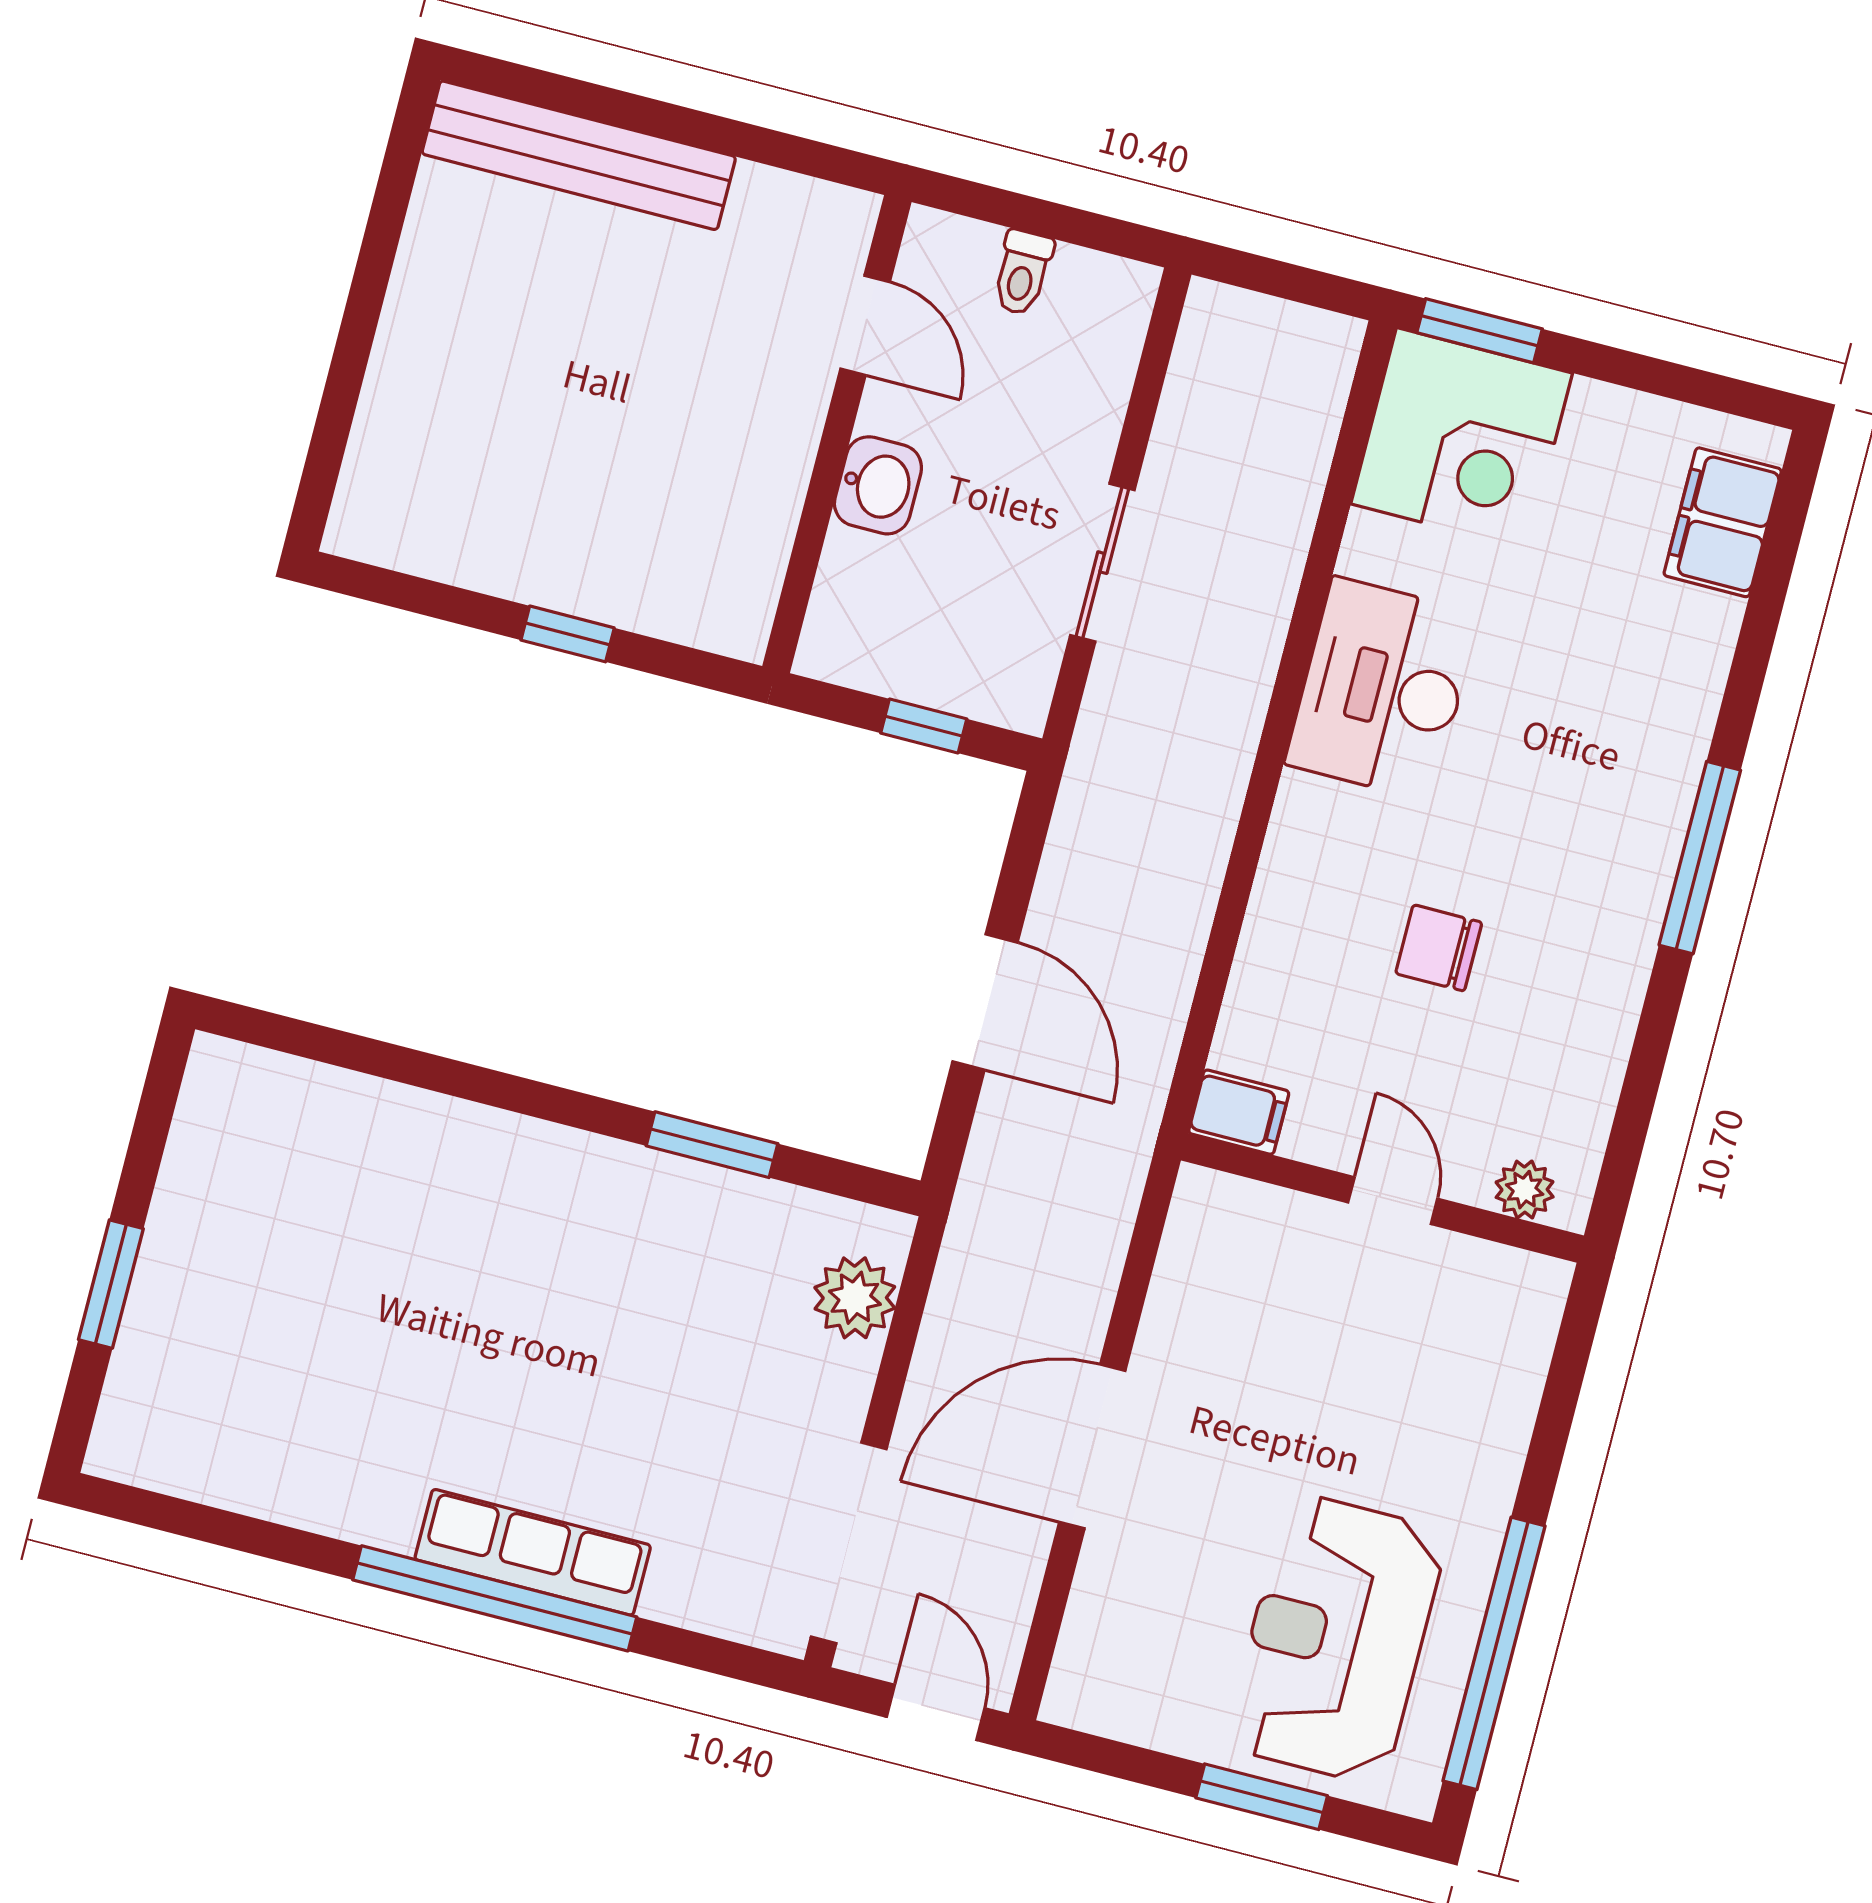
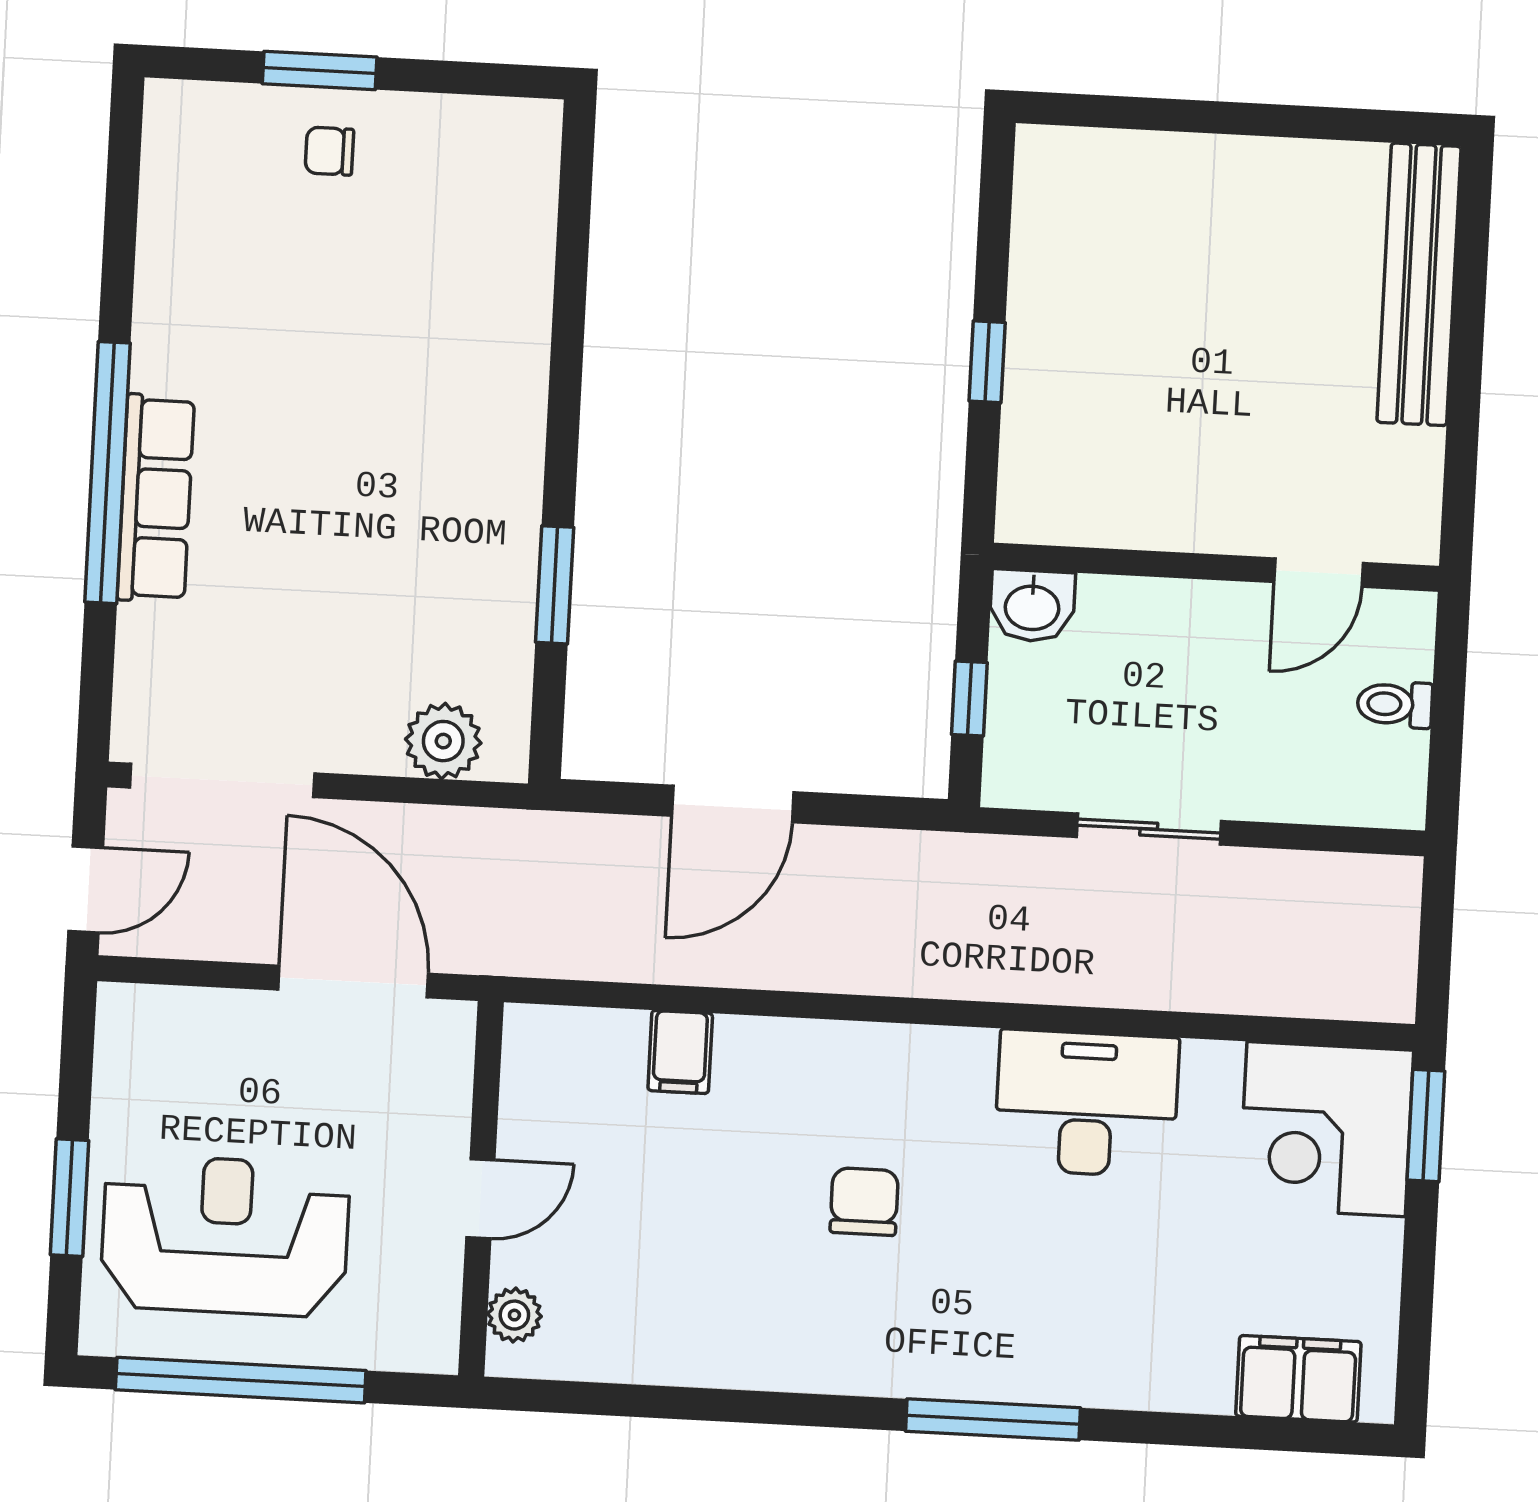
washbasin: (878, 485) -> (1032, 606), moved
plant: (1525, 1190) -> (514, 1315), moved
wall: (1382, 1198) -> (481, 1189), moved
door: (1393, 1201) -> (480, 1199), moved
chair: (199, 1291) -> (329, 151), added

